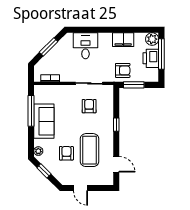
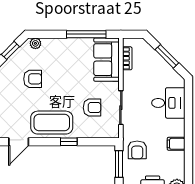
filing cabinet: (123, 40) -> (176, 144), width x0.50
sofa: (44, 121) -> (107, 60), moved, turned 90
coffee table: (90, 150) -> (52, 123), moved

